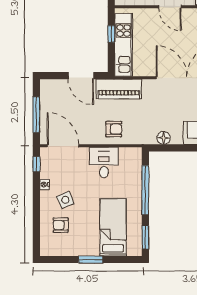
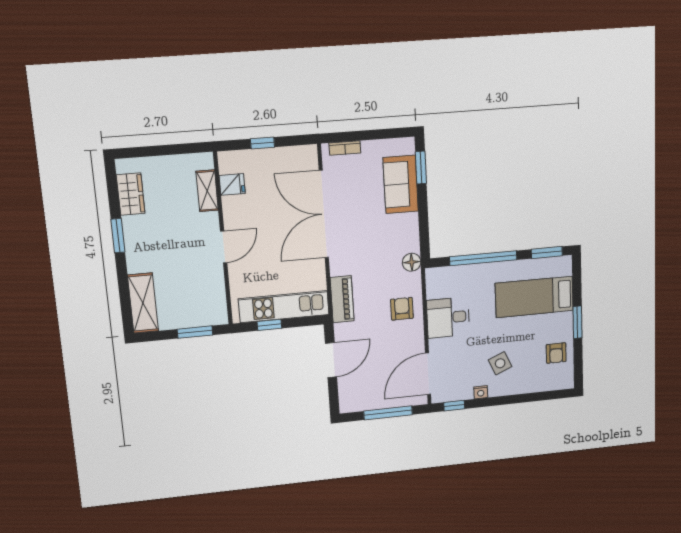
piano: (119, 89) -> (342, 299), width x0.73, depth x0.75
floor lamp: (164, 138) -> (412, 262), moved
armchair: (61, 225) -> (556, 353), moved

